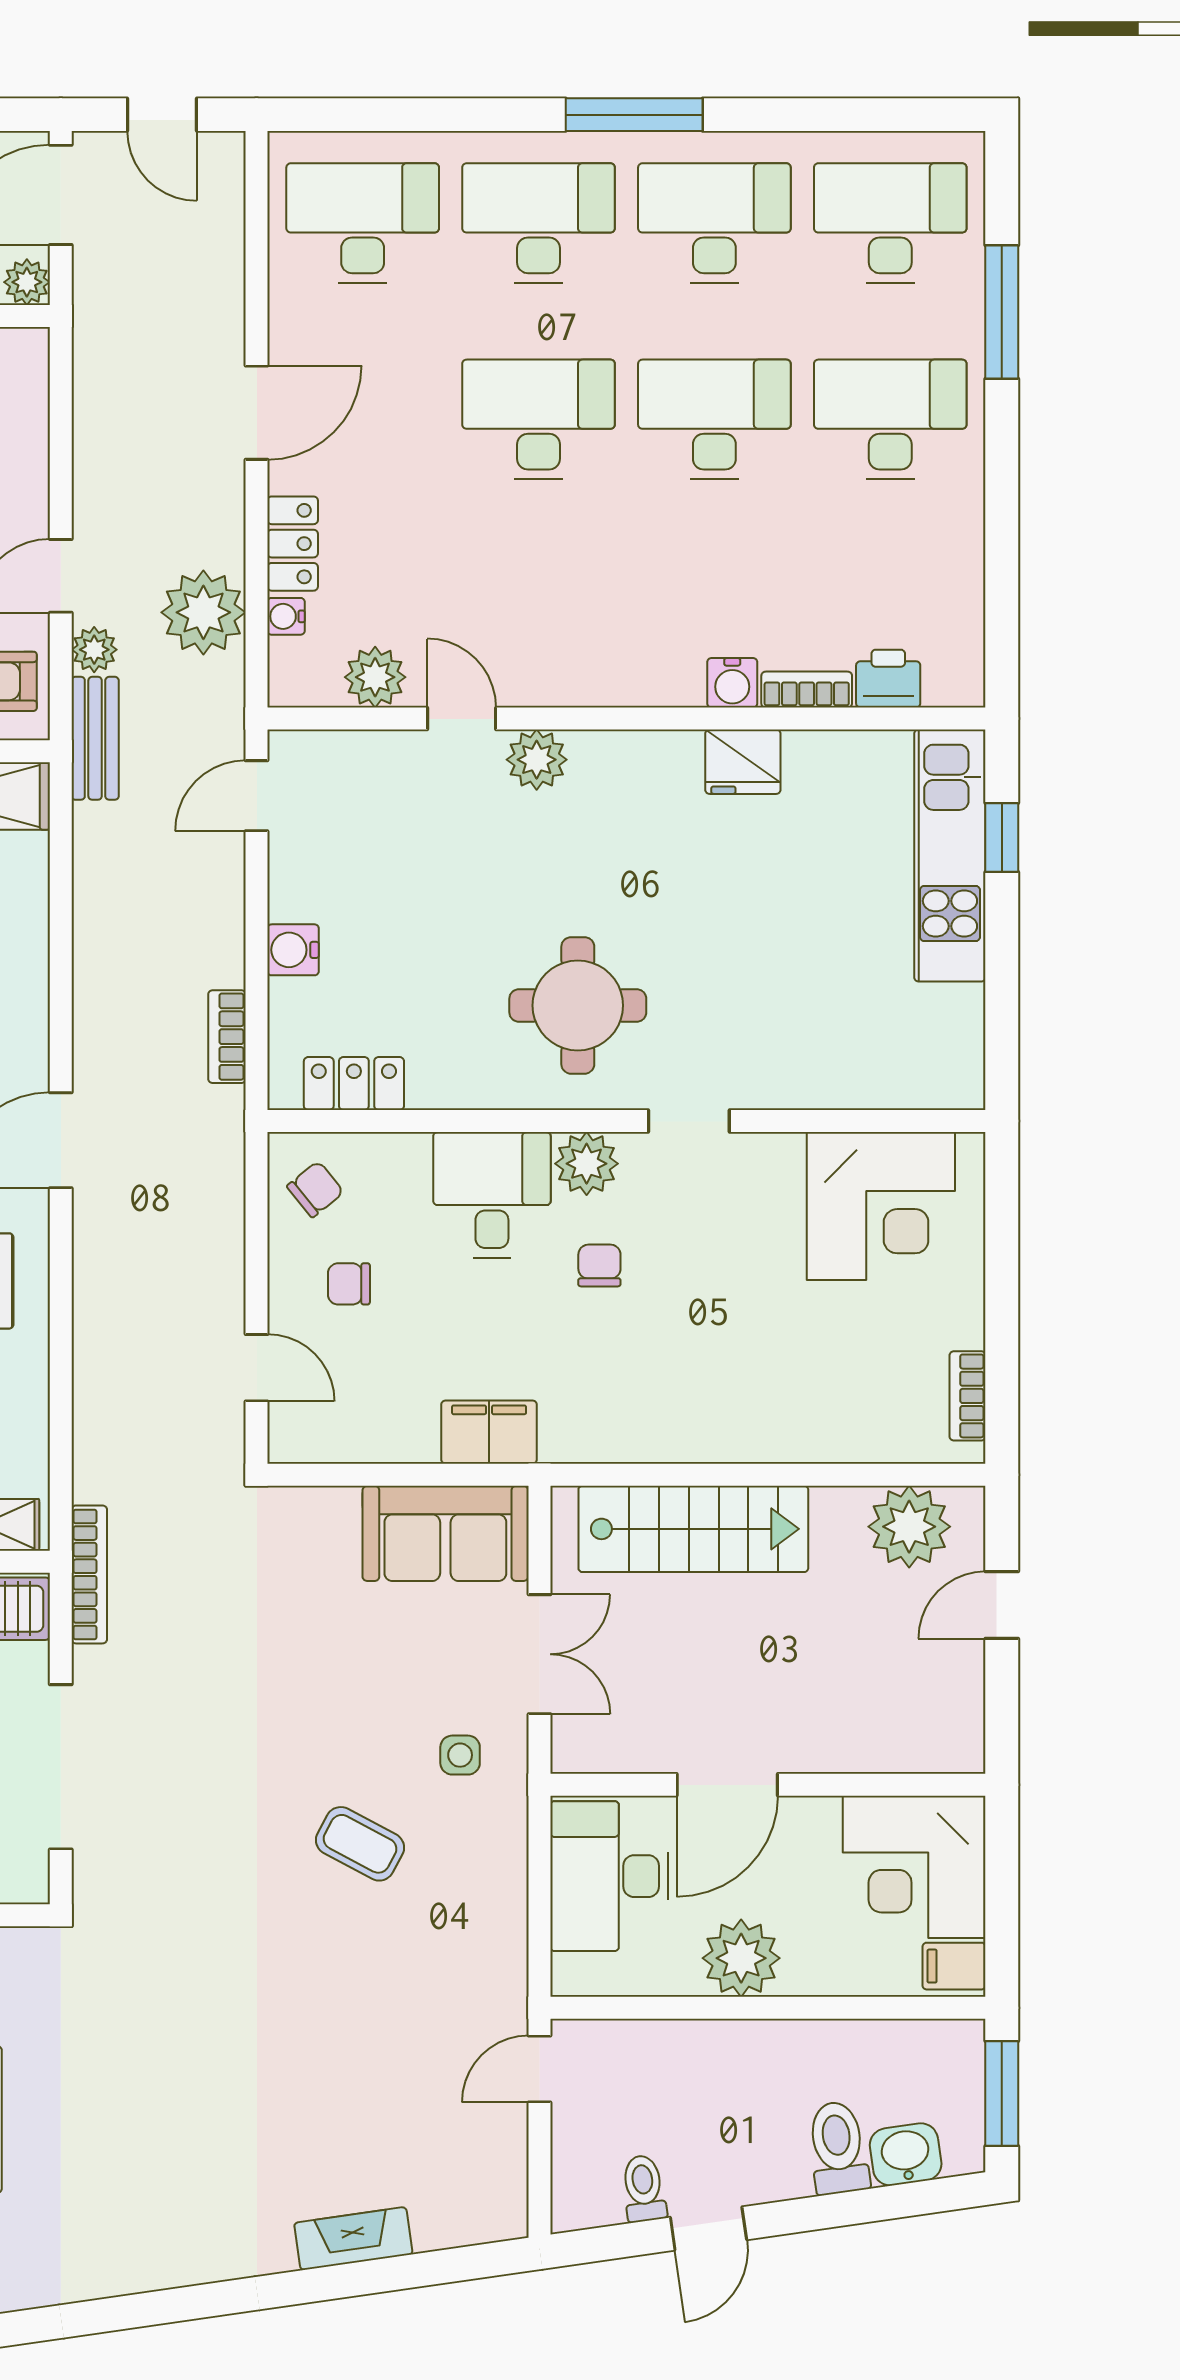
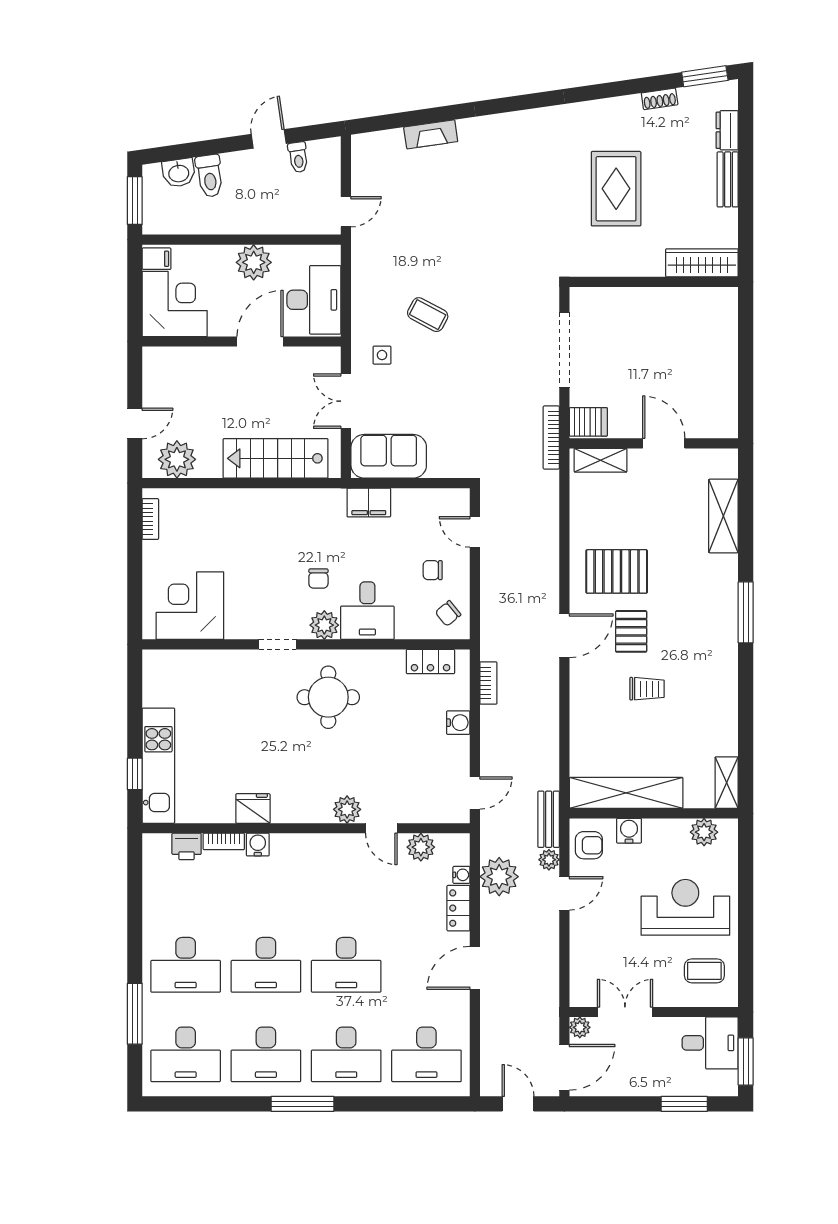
chair: (349, 1284) -> (433, 570), turned 180

